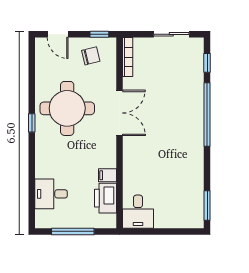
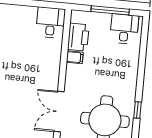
desk: (51, 194) -> (124, 29), moved, turned -90

